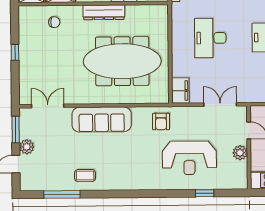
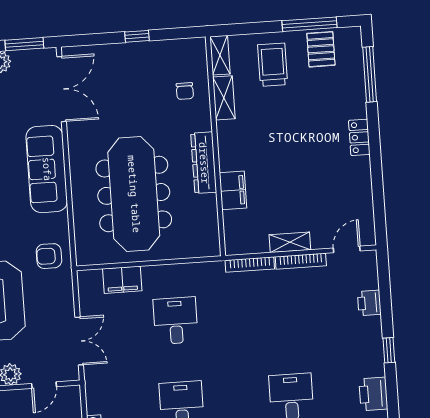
desk: (210, 38) -> (176, 321), width x0.73
filing cabinet: (180, 91) -> (122, 280), moved
double door: (48, 106) -> (62, 89), width x1.37

